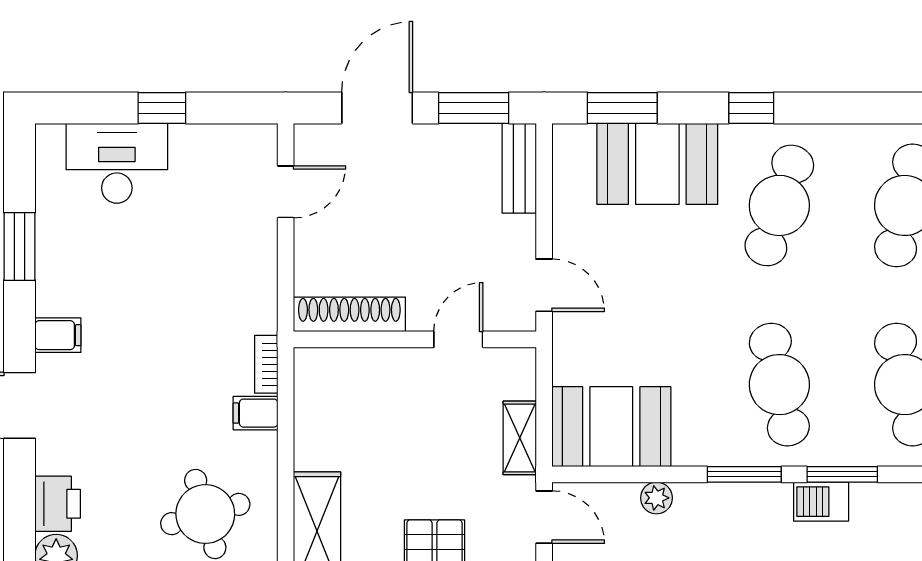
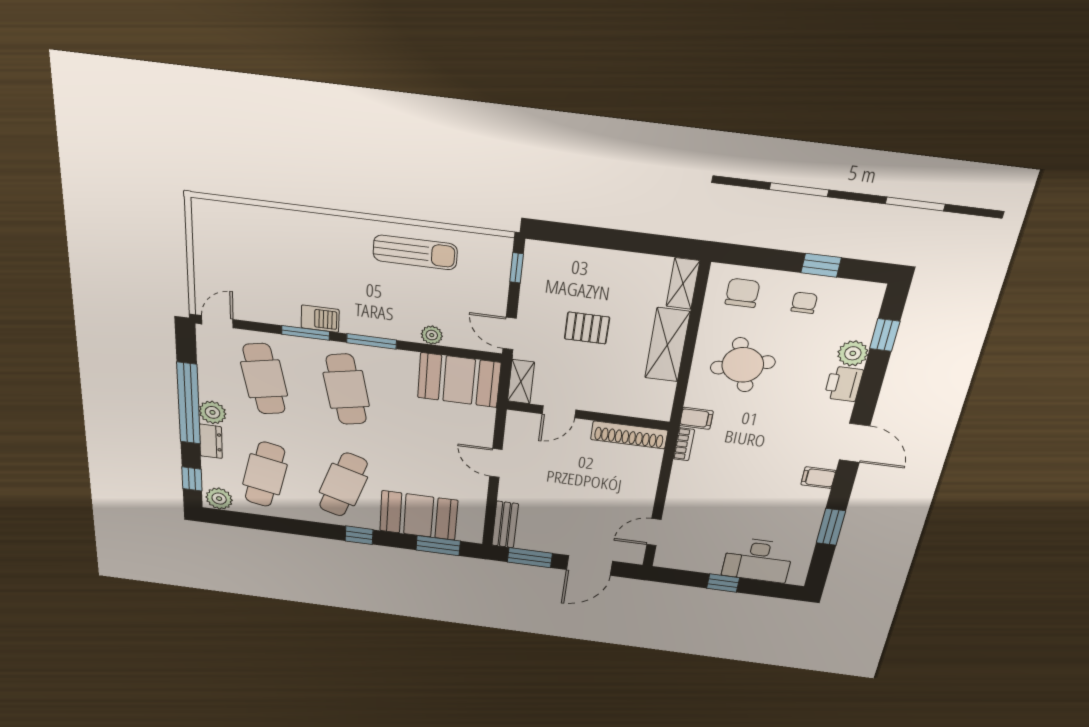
shoe rack: (349, 314) -> (629, 435), moved
wall: (415, 339) -> (588, 416), moved
door: (458, 339) -> (559, 412), moved

